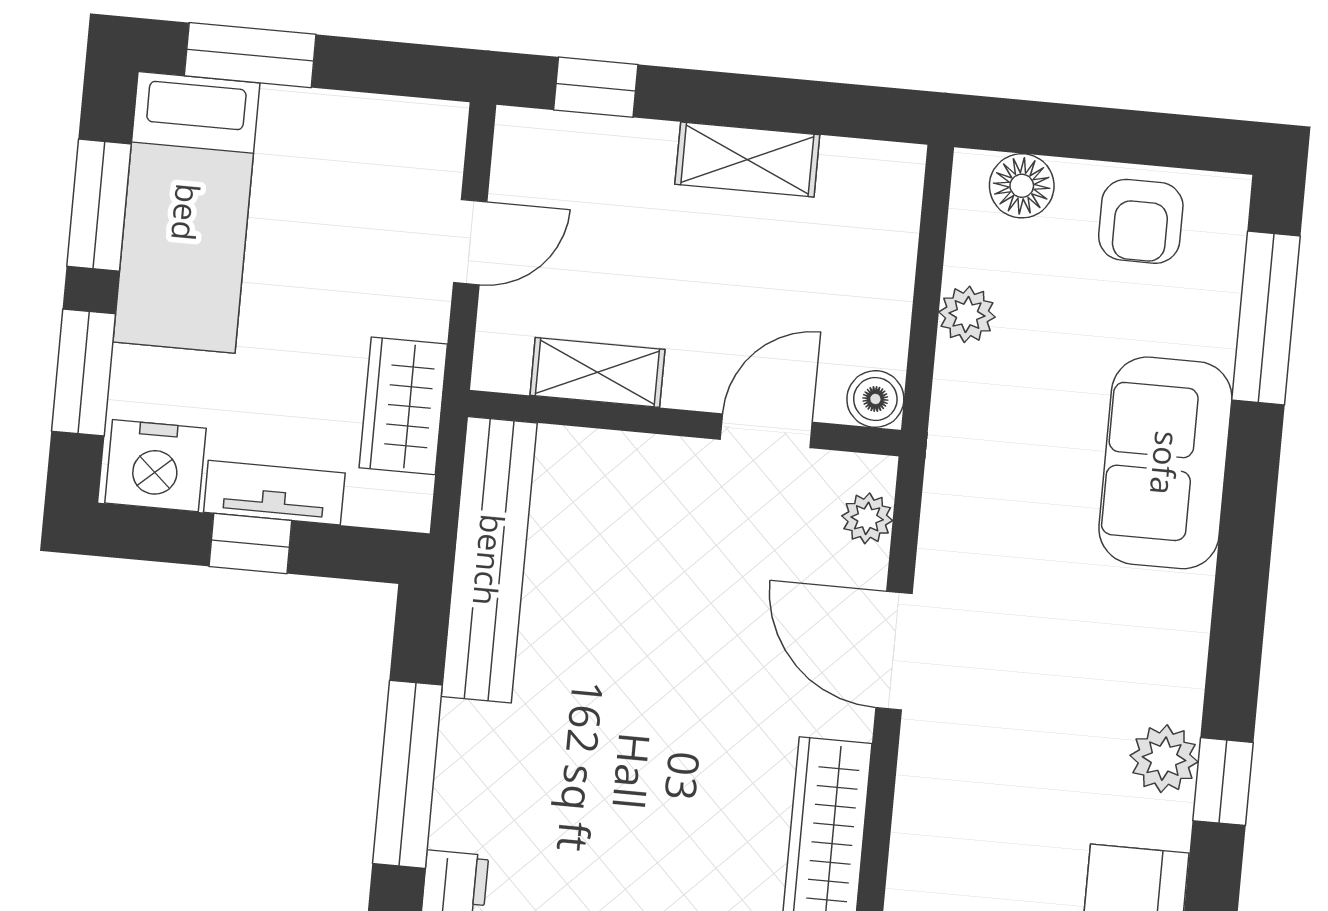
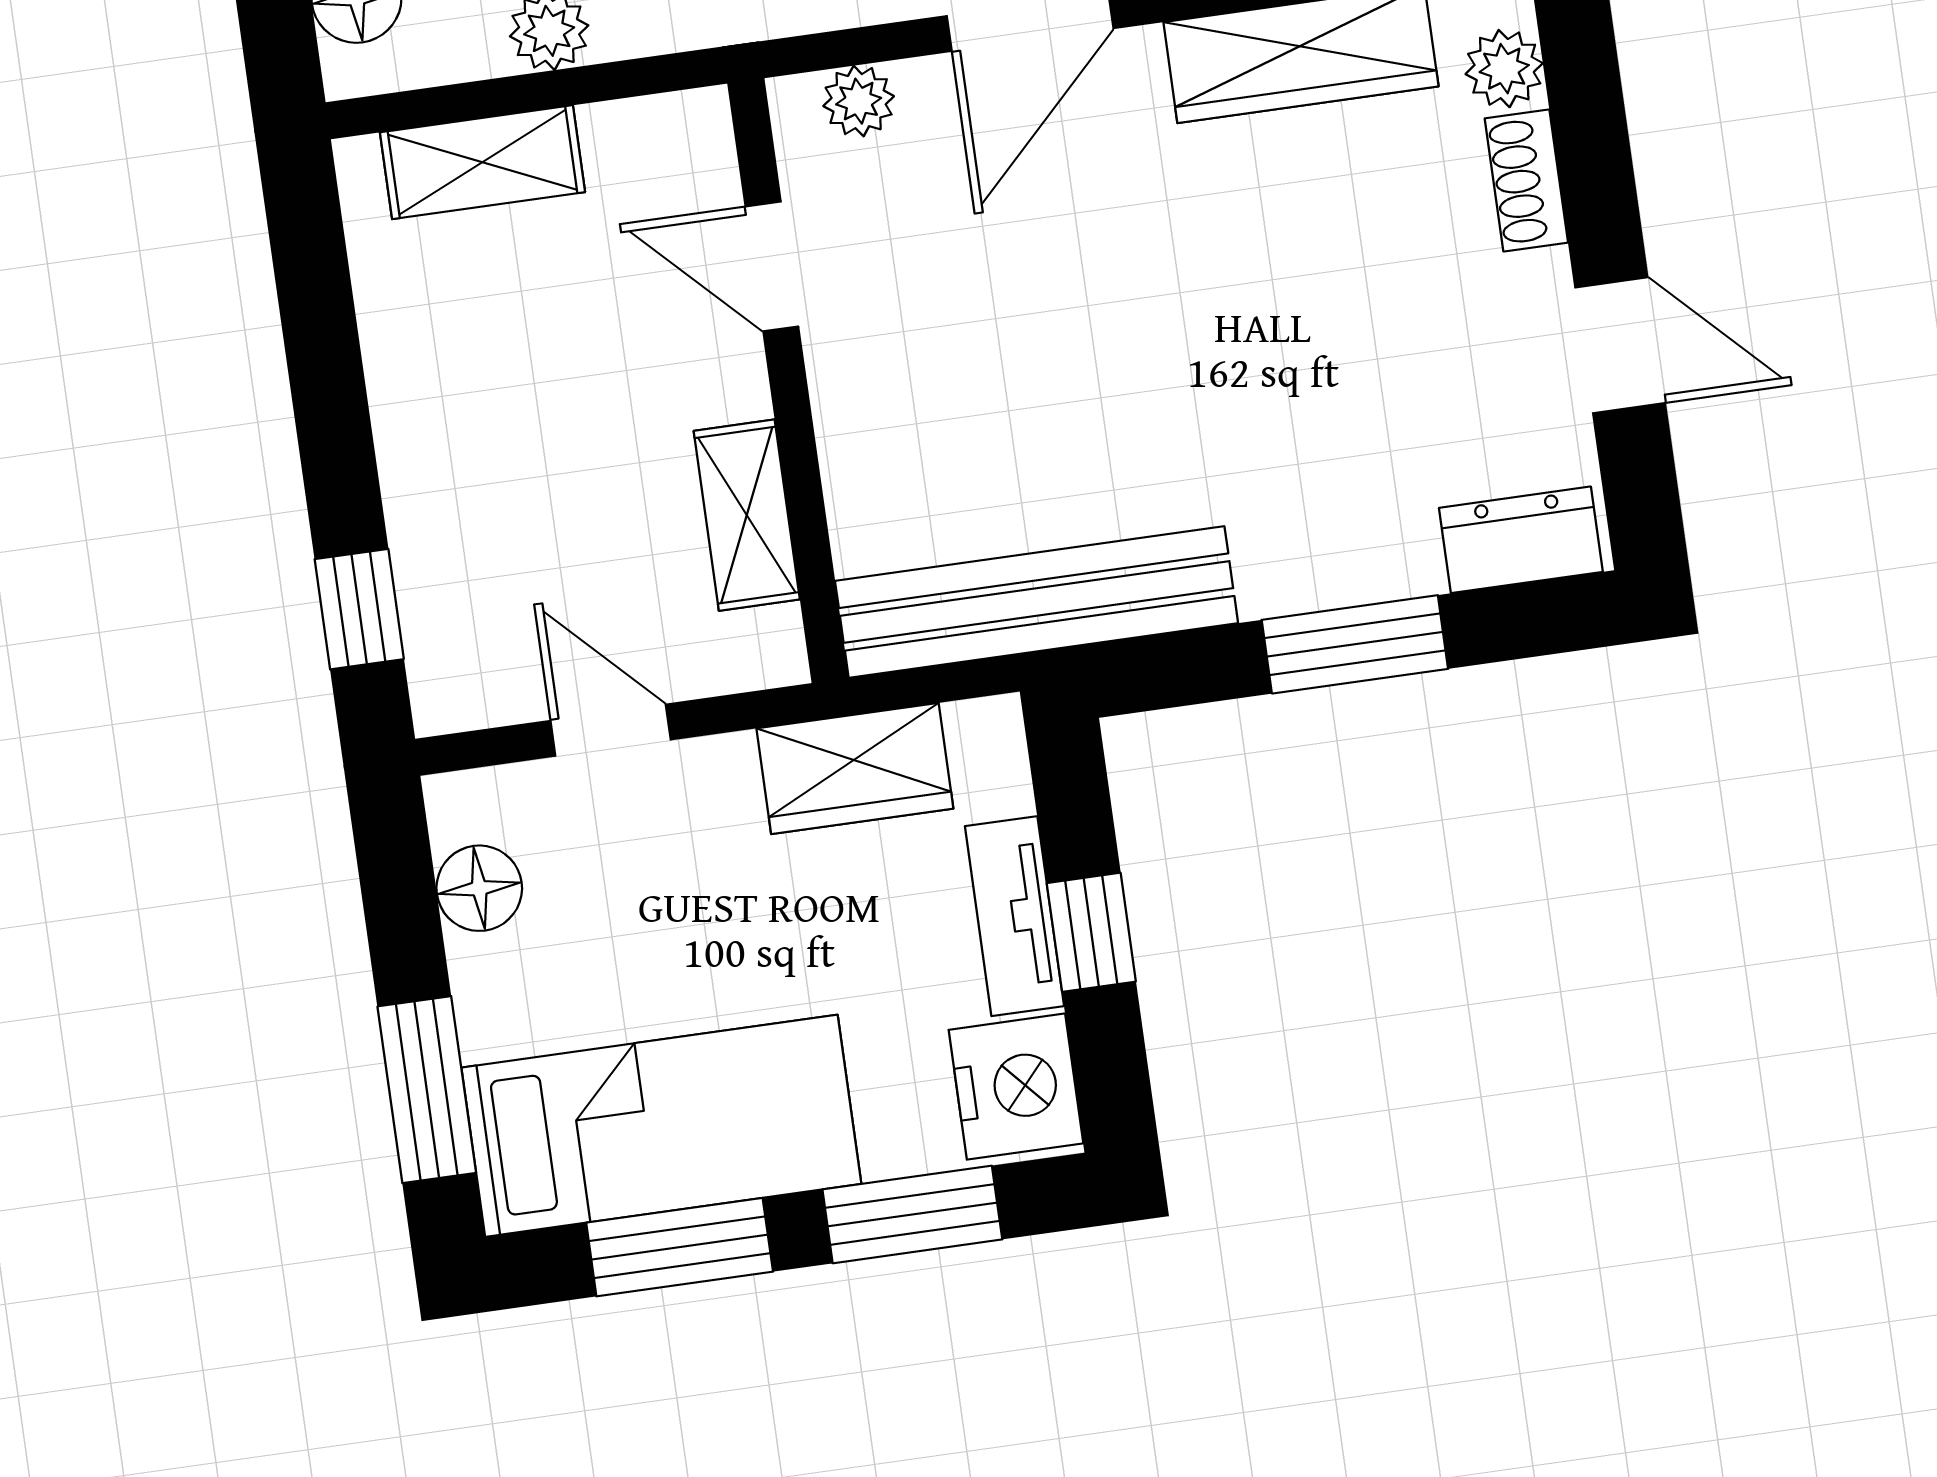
floor lamp: (382, 125) -> (479, 888), added
shelving: (747, 159) -> (482, 162), moved, turned 90
boiler: (875, 399) -> (694, 128), removed
window: (407, 774) -> (1355, 644), width x0.69

